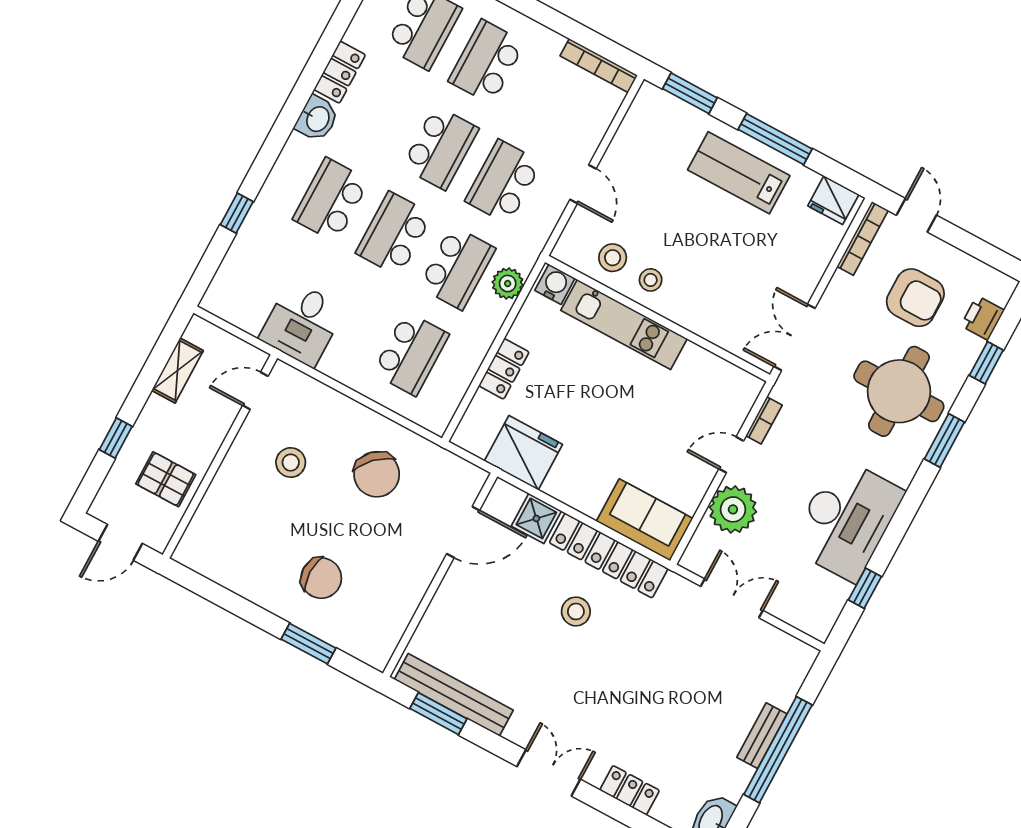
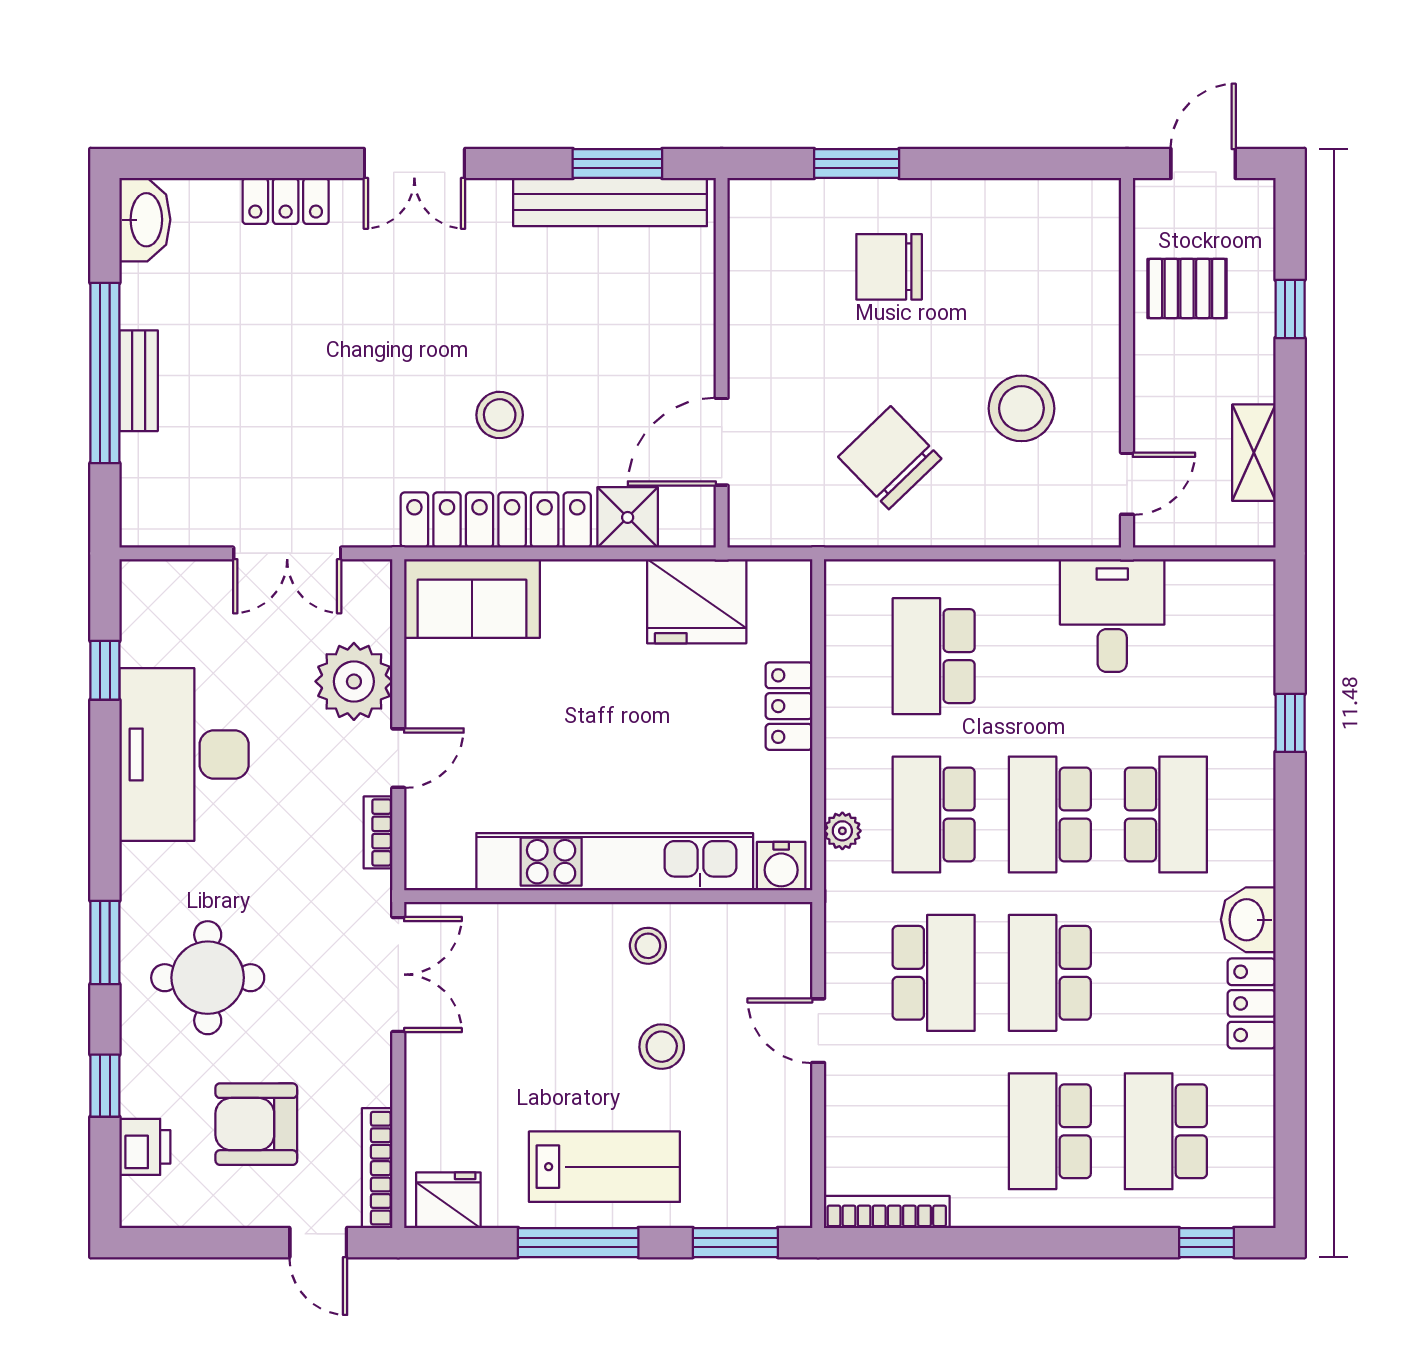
school desk: (487, 62) -> (1050, 1131), turned 180
school desk: (394, 234) -> (1050, 814), turned 180
stool: (613, 258) -> (662, 1047), moved
plant: (508, 284) -> (842, 831), width x0.73, depth x0.73
kitchen unit: (624, 325) -> (615, 862), width x1.36
round table: (899, 391) -> (208, 978), width x0.73, depth x0.73
stool: (291, 463) -> (1021, 408), width x1.38, depth x1.38

